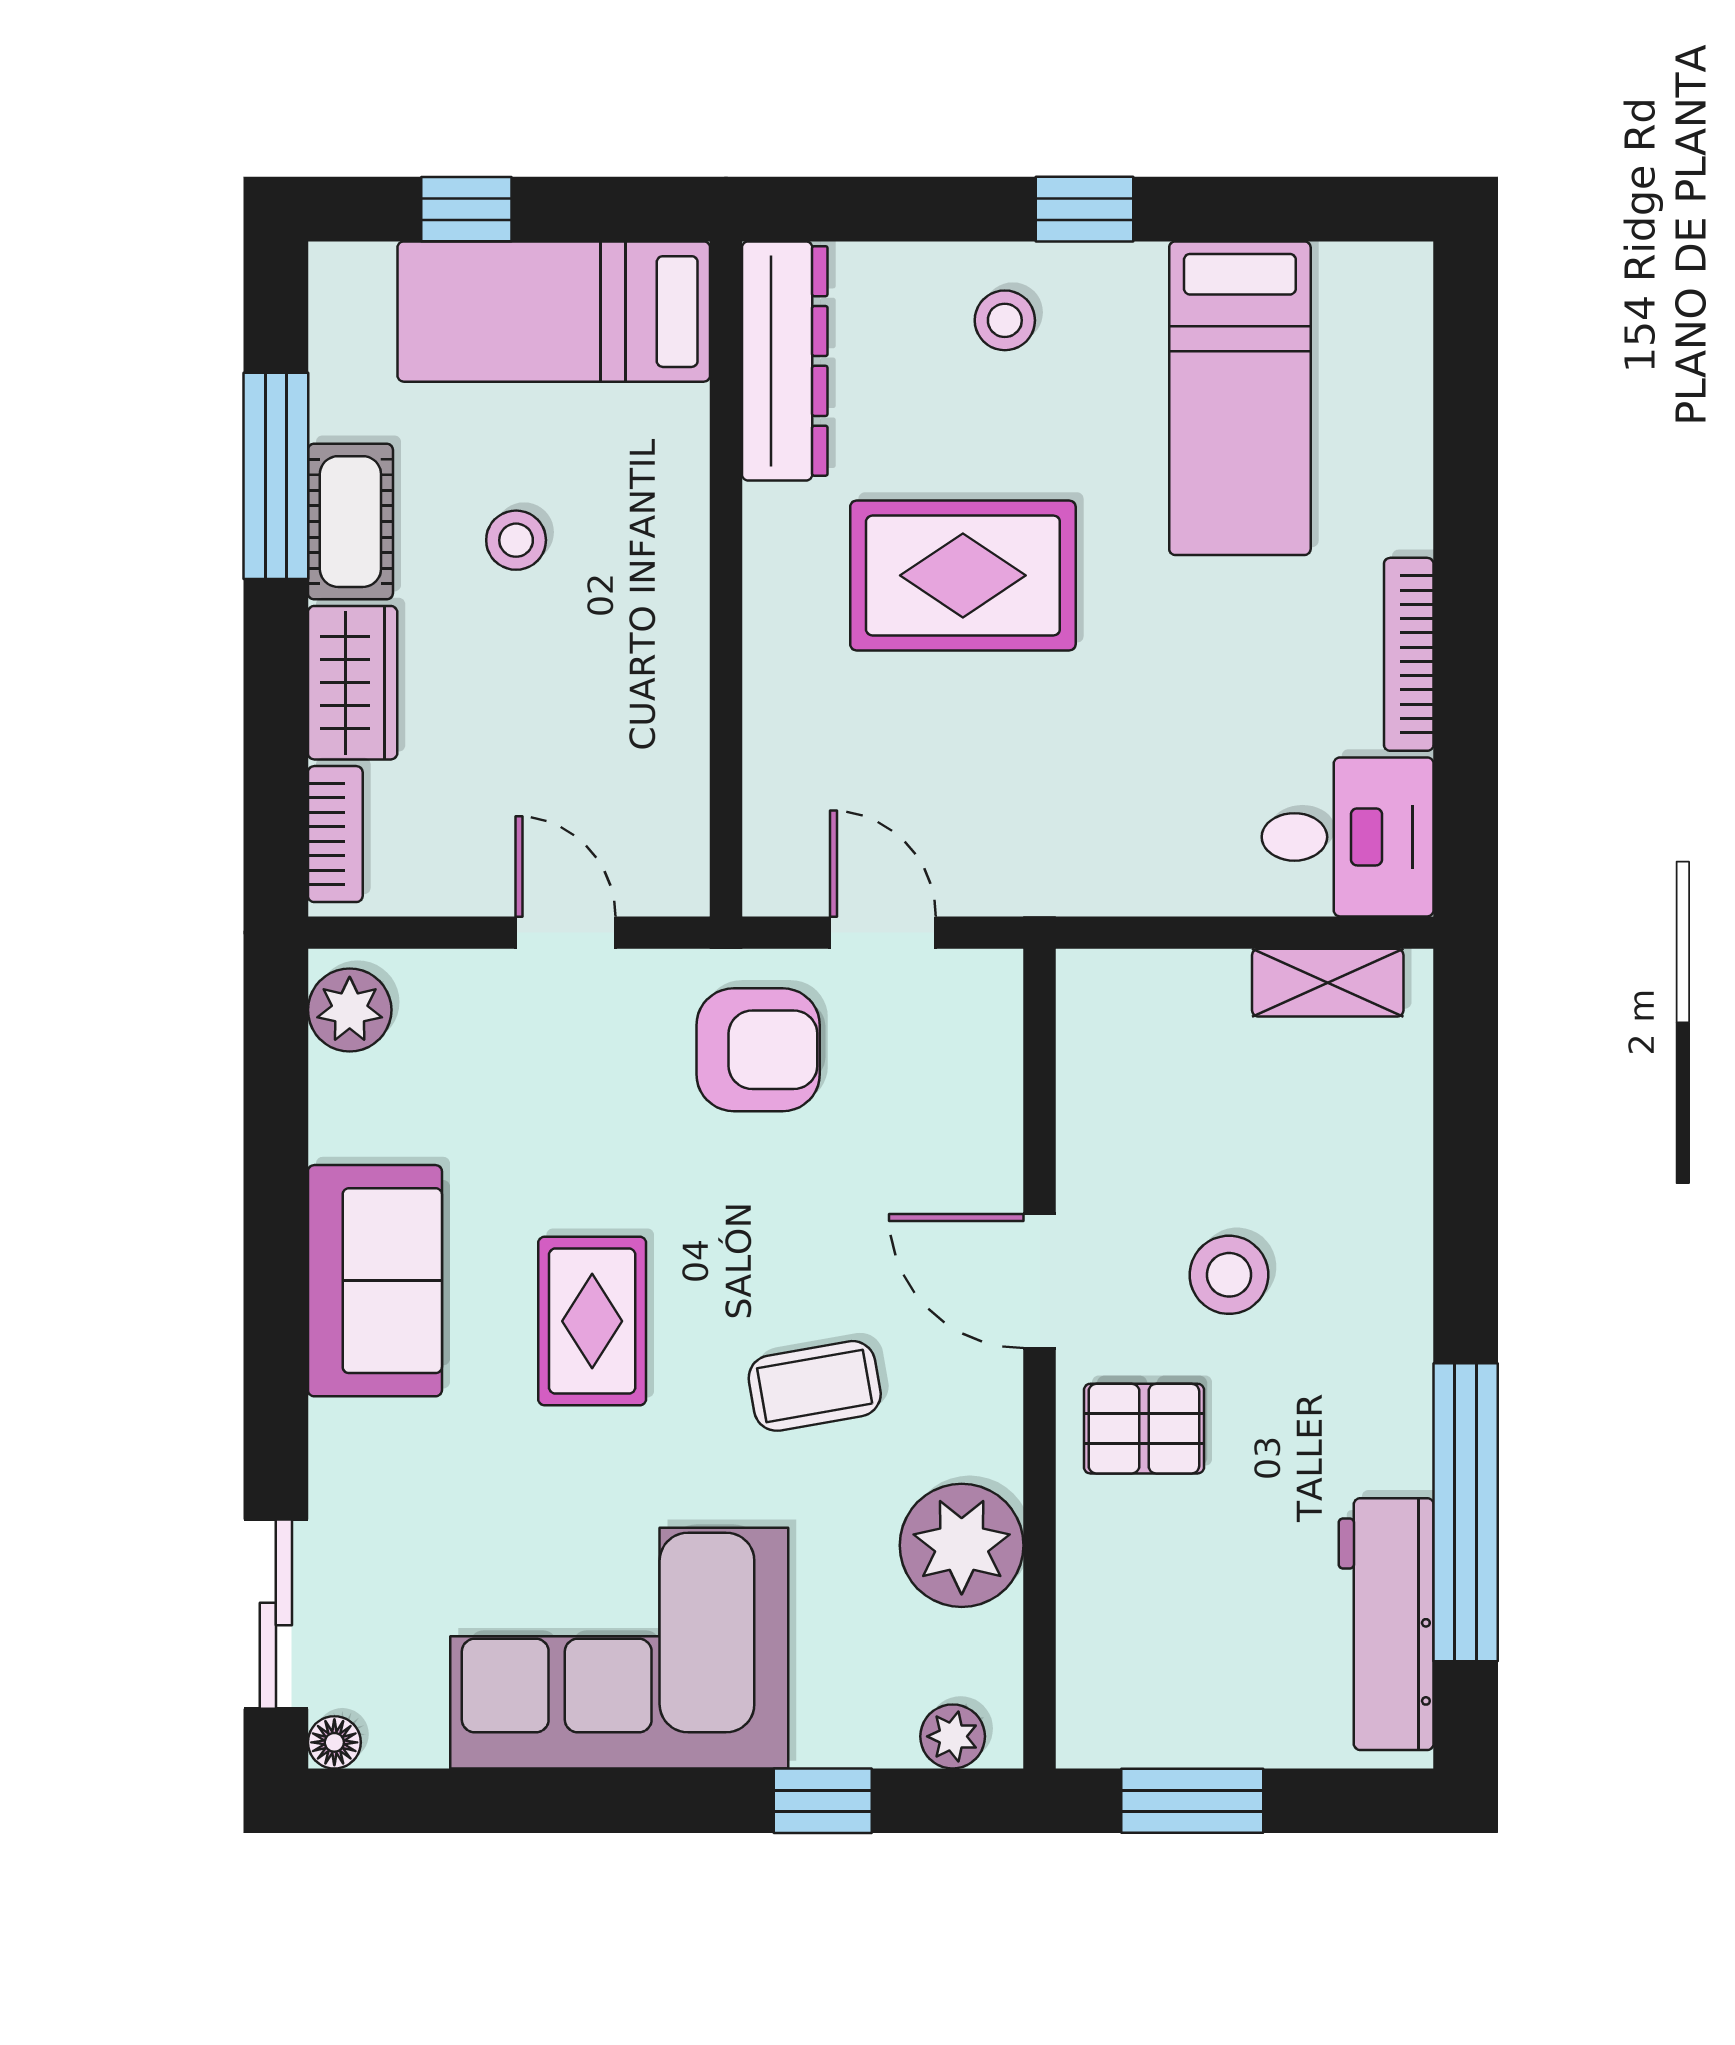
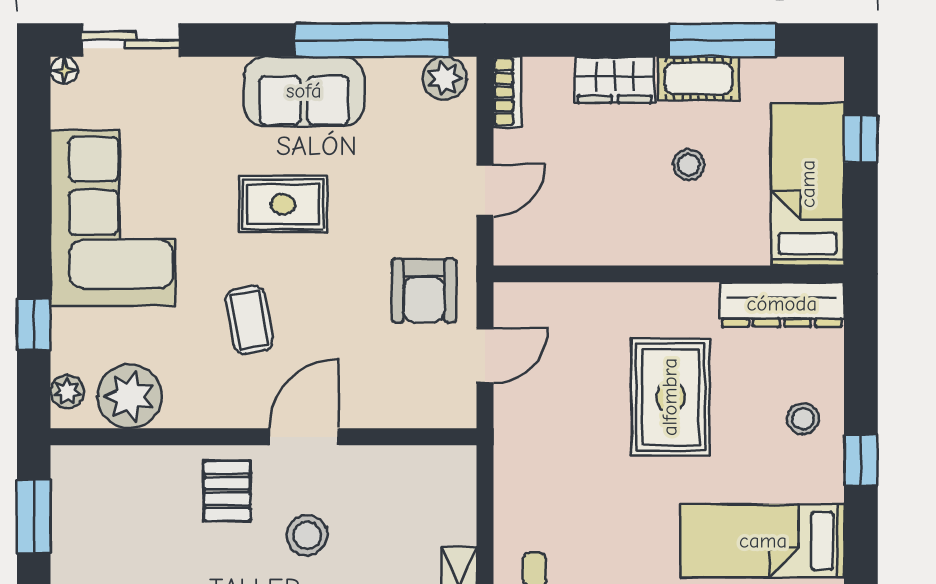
bookcase: (335, 834) -> (507, 92), moved, turned -90
window: (276, 1149) -> (372, 40), added
plant: (962, 1545) -> (130, 396), moved

